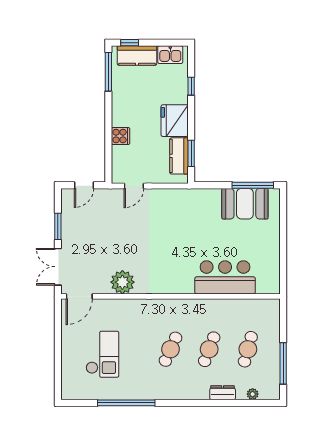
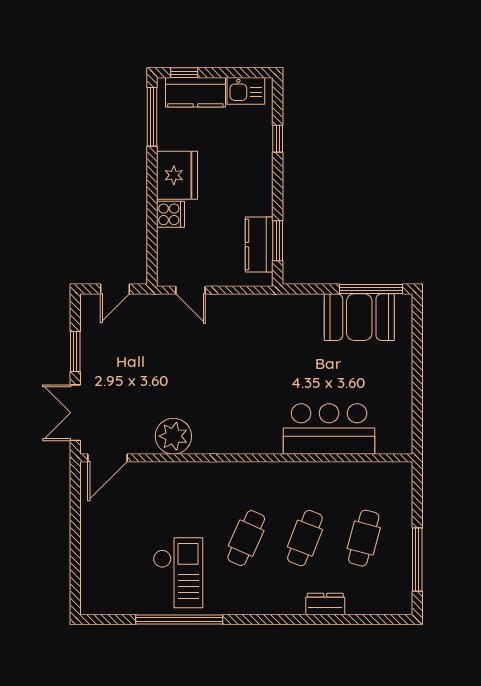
fridge: (175, 121) -> (177, 175), moved, turned 180
door: (134, 186) -> (191, 290), hinge flipped
checkout: (102, 354) -> (178, 573), moved
plant: (253, 394) -> (371, 606), removed

